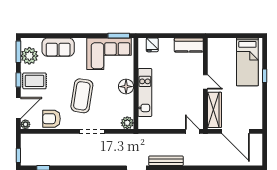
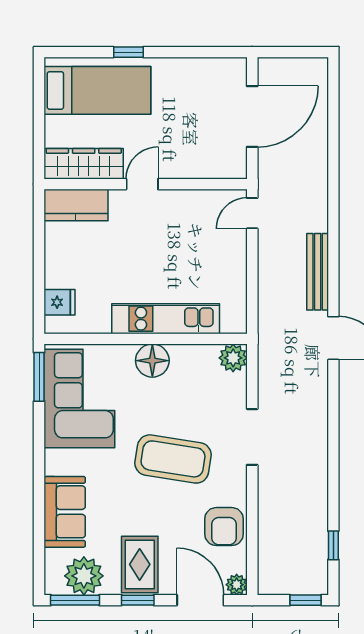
kitchen counter: (189, 45) -> (76, 205), moved, turned 90
wardrobe: (214, 110) -> (84, 164), moved

